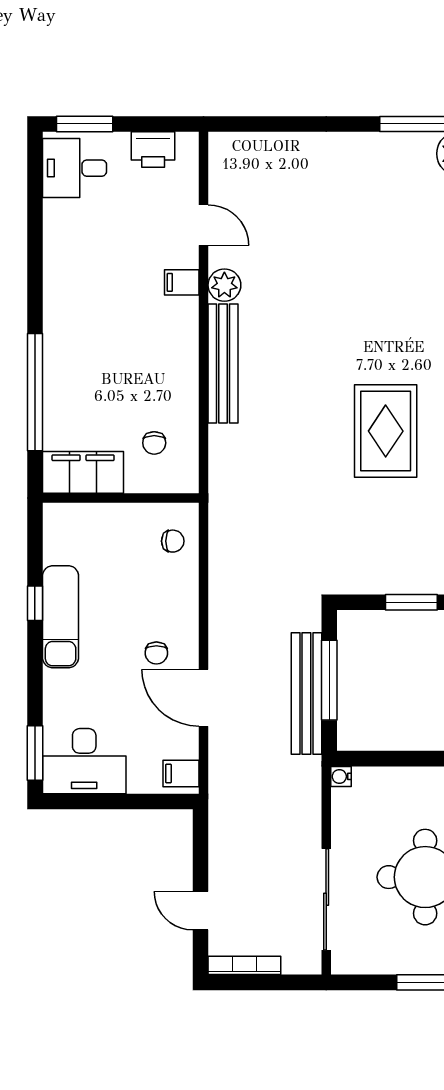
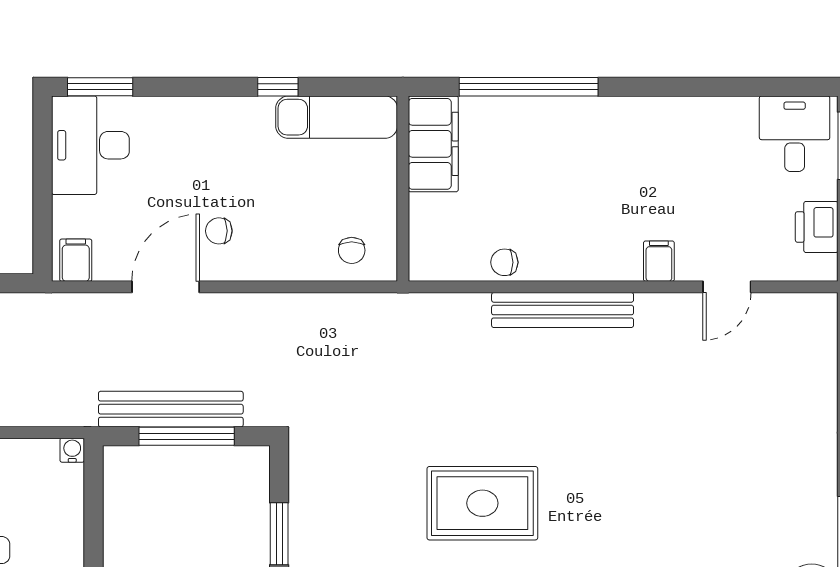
plant: (224, 285) -> (656, 312), removed
chair: (154, 443) -> (504, 262), moved
exam couch: (61, 617) -> (337, 117), moved

